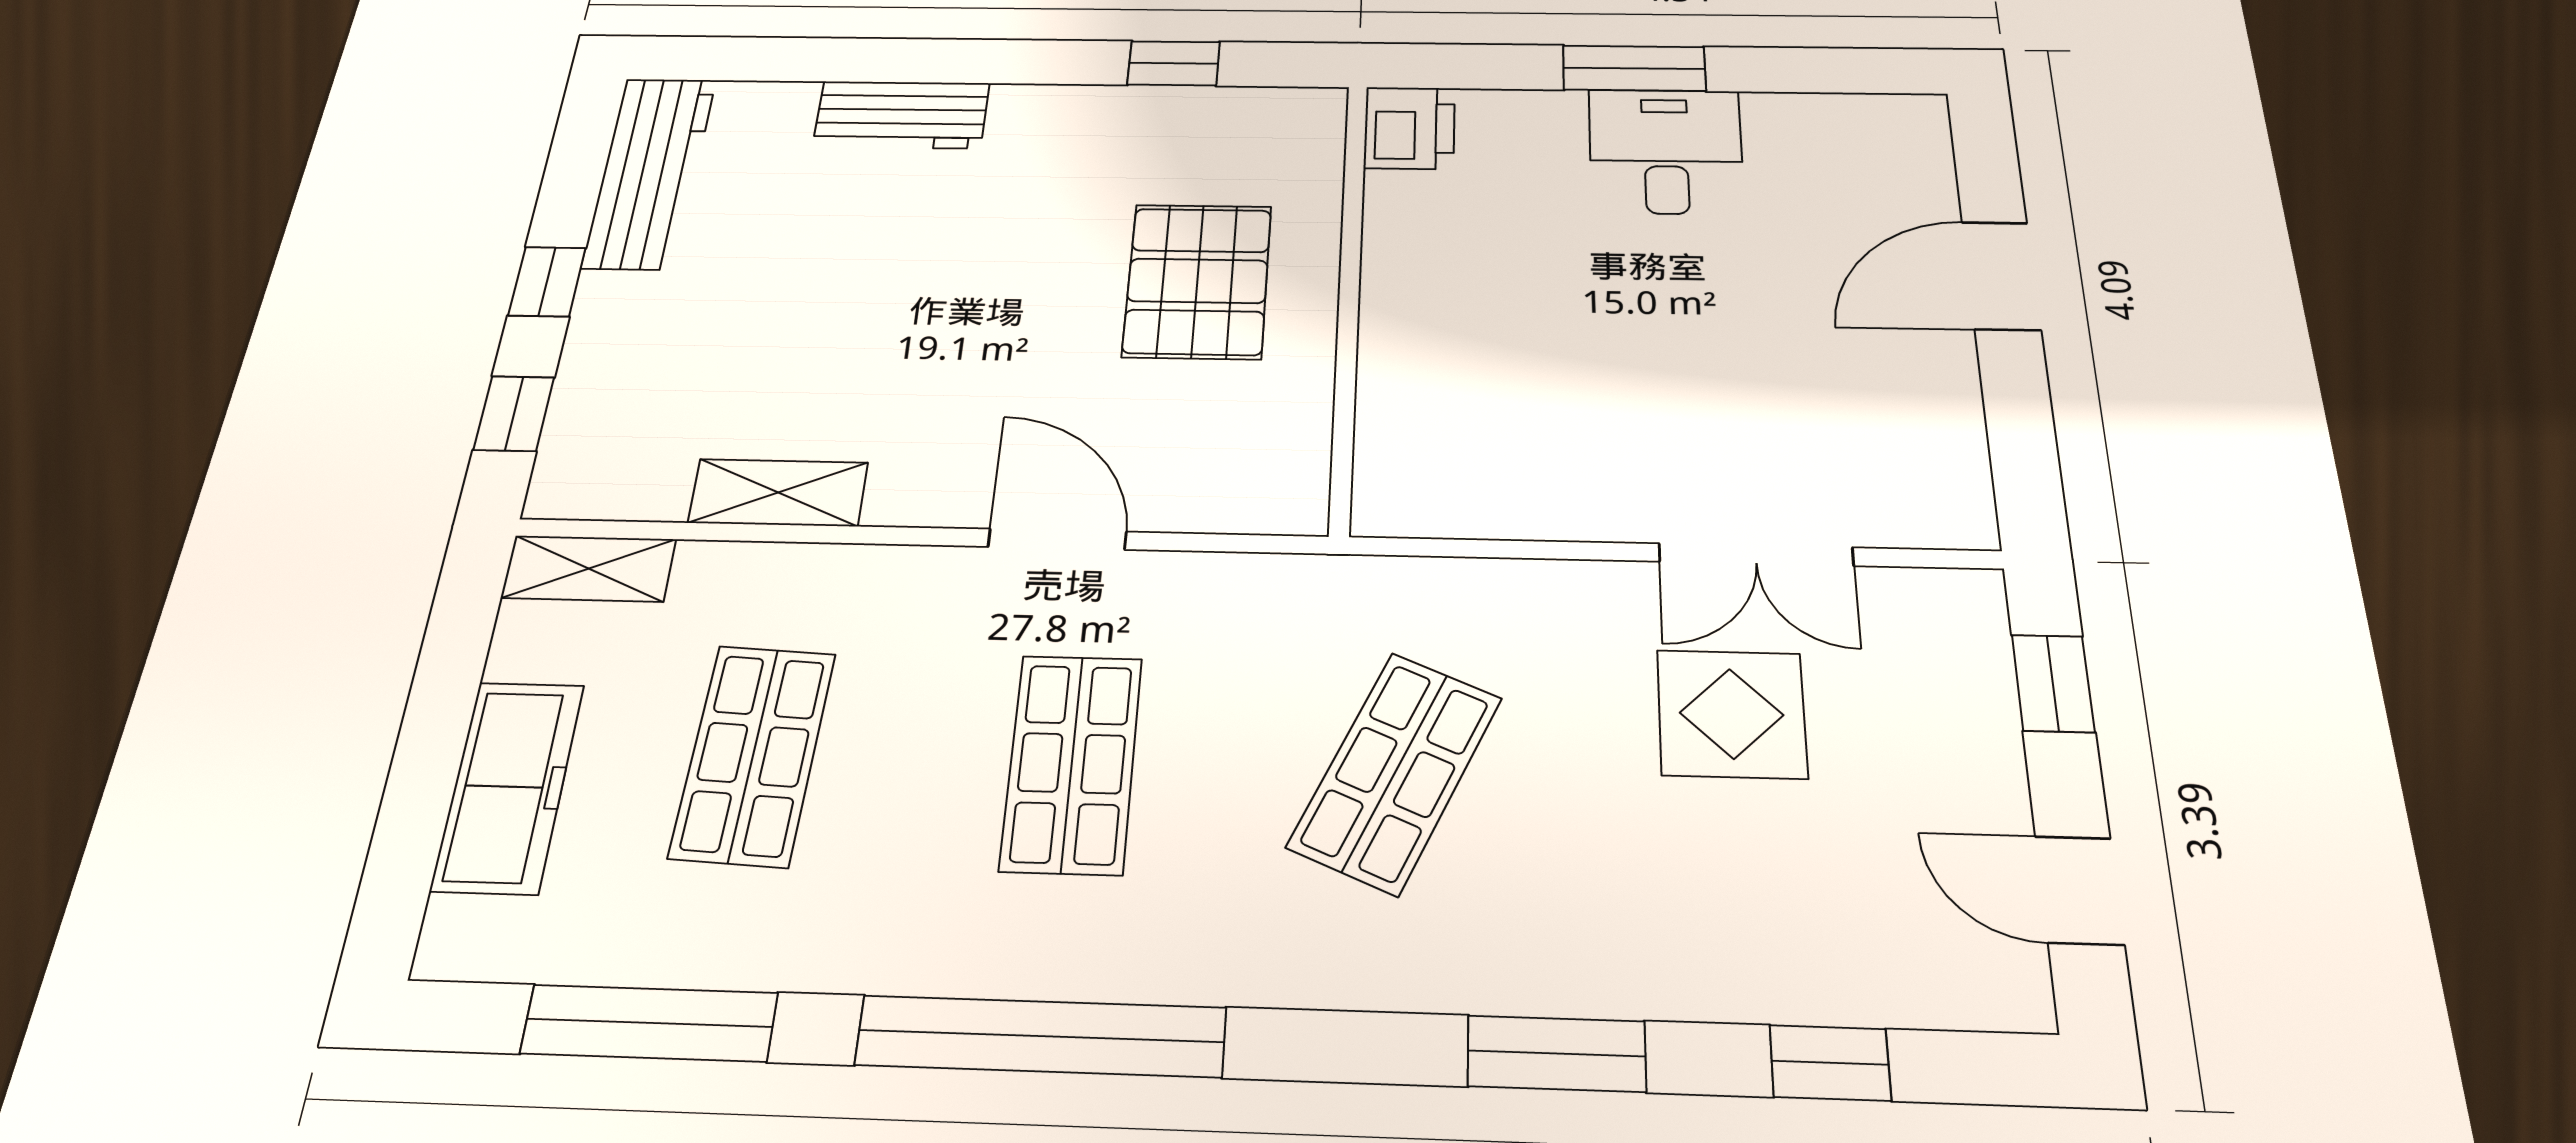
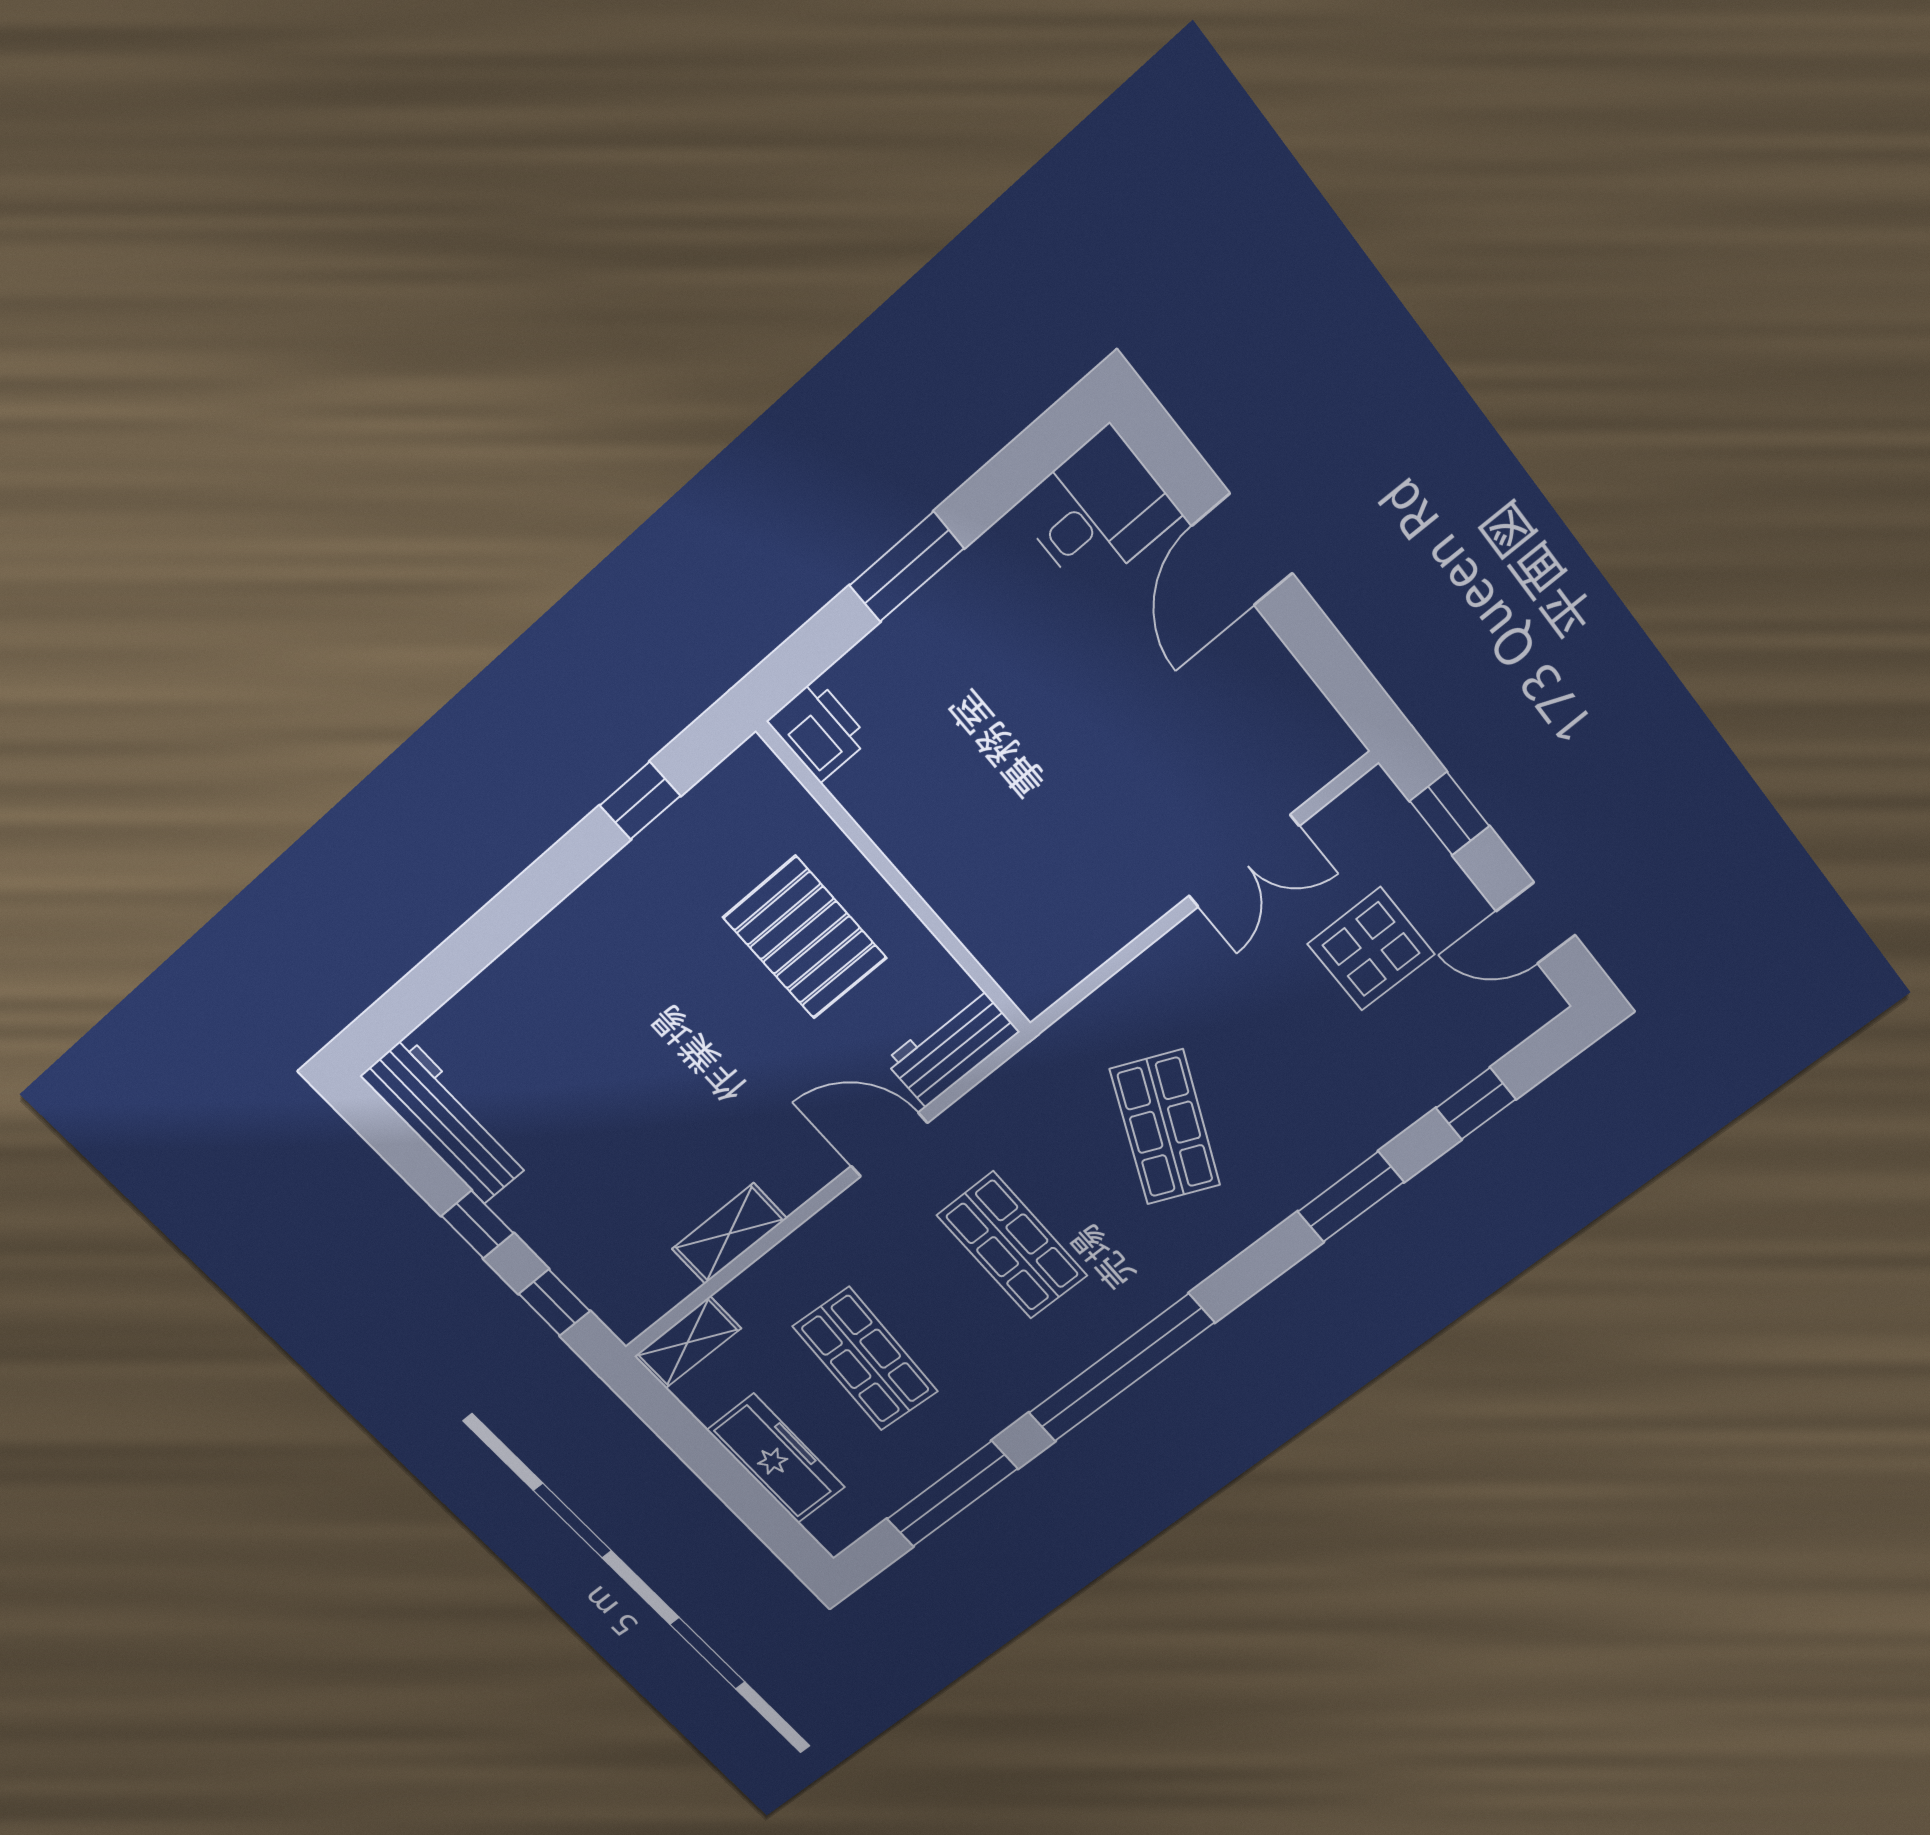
workbench: (901, 115) -> (952, 1047), moved, turned 180
desk: (1666, 151) -> (1098, 511), moved, turned 90
display table: (1732, 714) -> (1371, 949), moved

